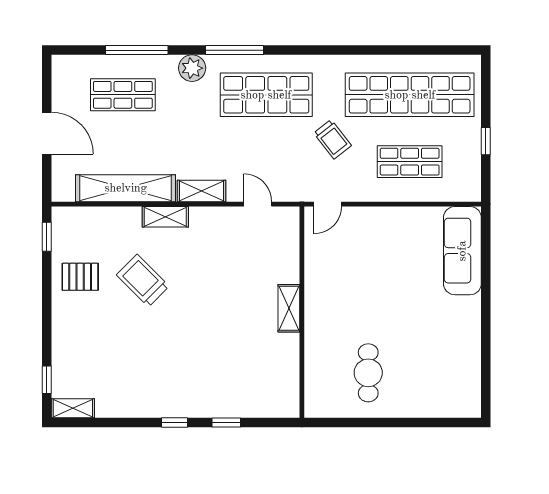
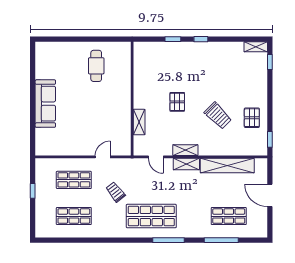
plant: (192, 68) -> (191, 230), removed
shop shelf: (410, 95) -> (74, 216), width x0.50, depth x0.74
door: (328, 204) -> (103, 157), moved
shelving: (165, 217) -> (185, 150), moved
sofa: (462, 251) -> (45, 104), moved
pallet: (80, 277) -> (252, 118), turned 90
pallet: (218, 306) -> (177, 102), added
shelving: (289, 308) -> (139, 122), moved

